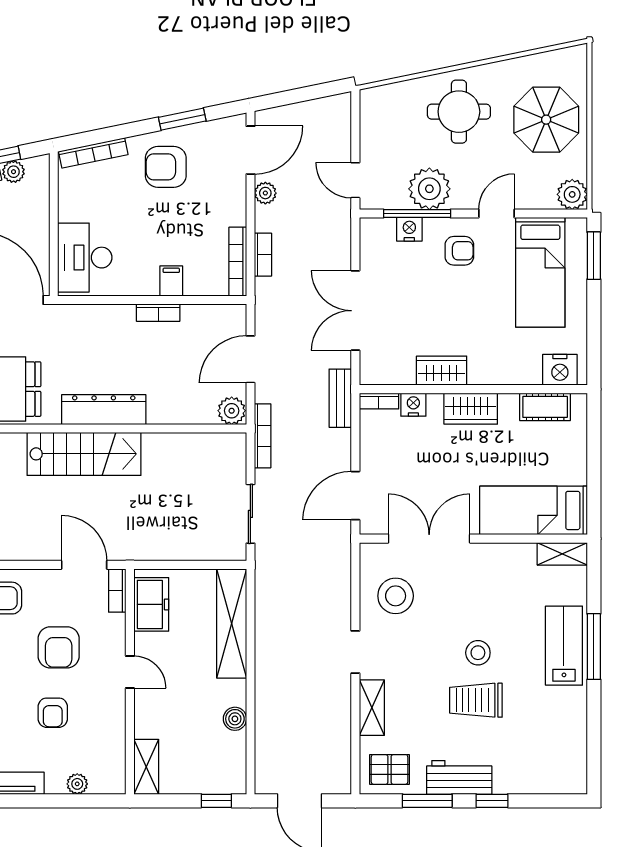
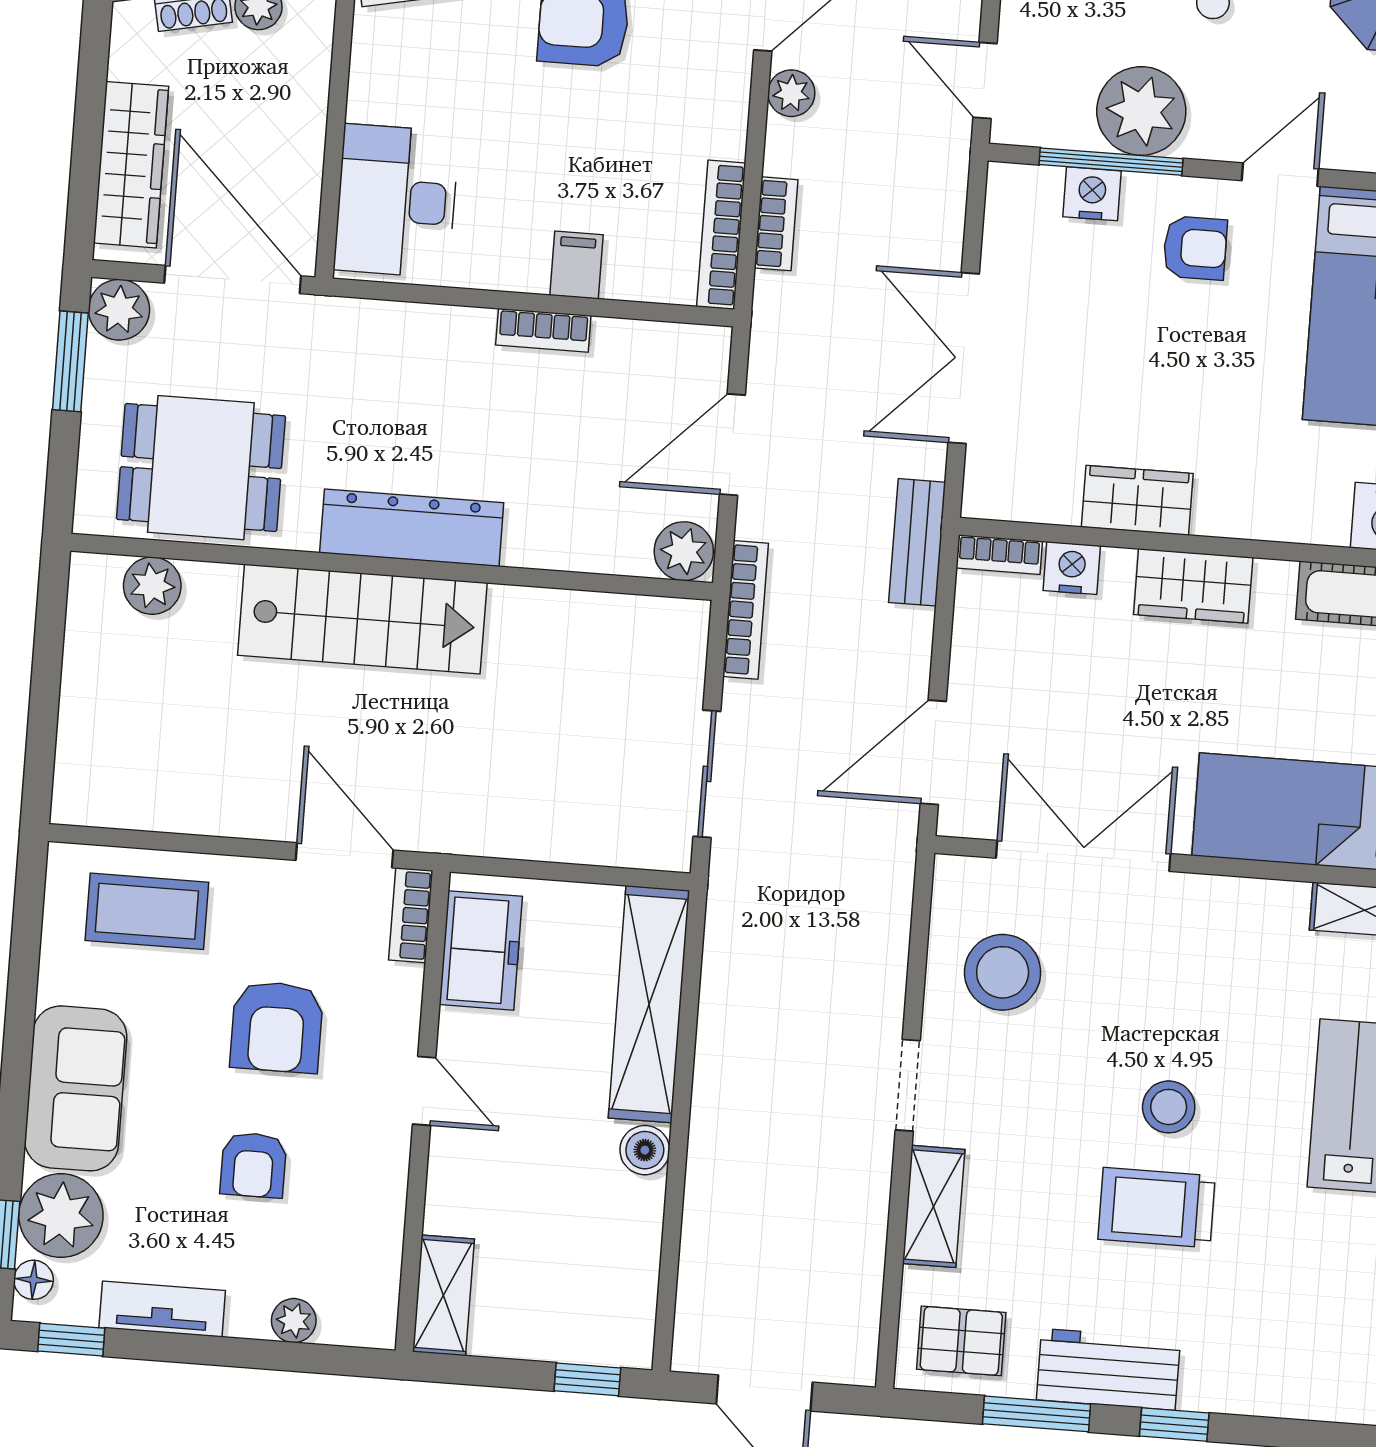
boiler: (235, 719) -> (645, 1150), moved

